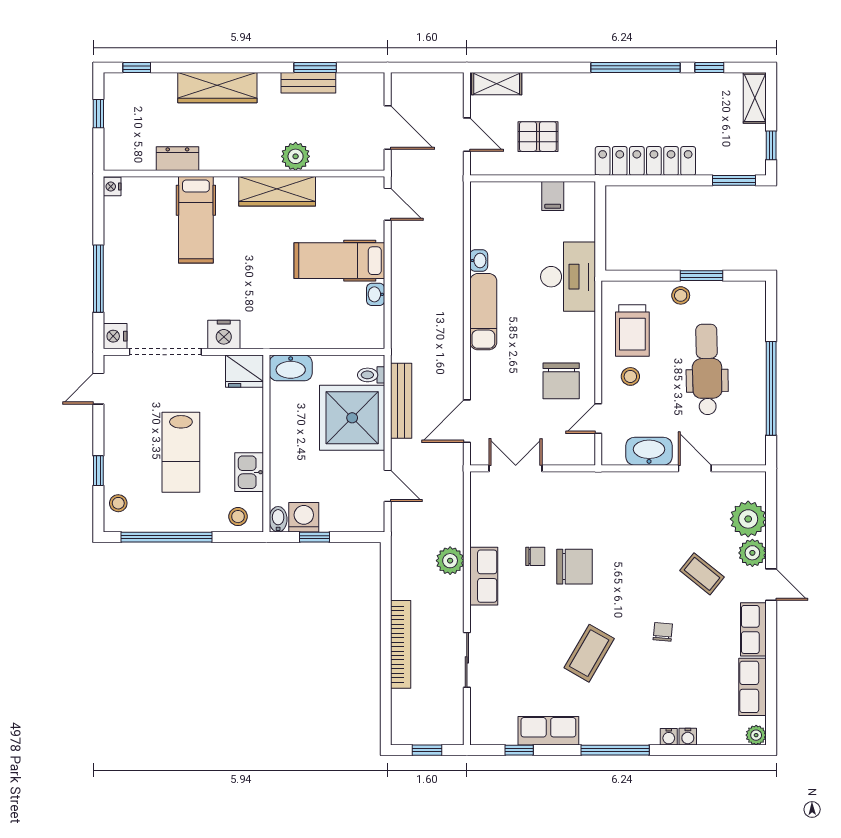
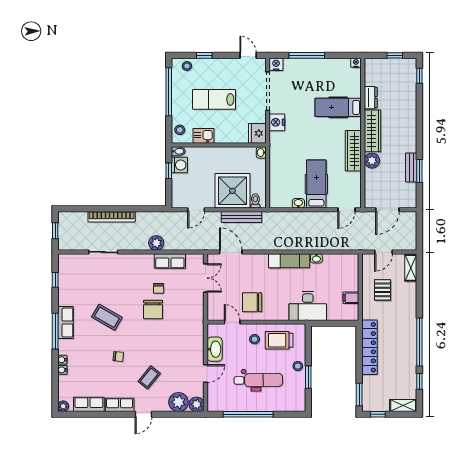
wardrobe: (217, 88) -> (373, 131), moved, turned 180
washbasin: (291, 368) -> (261, 153), width x0.52, depth x0.69
plant: (752, 553) -> (197, 404), moved
row of seats: (484, 576) -> (170, 261), moved
row of seats: (548, 731) -> (65, 323), moved

